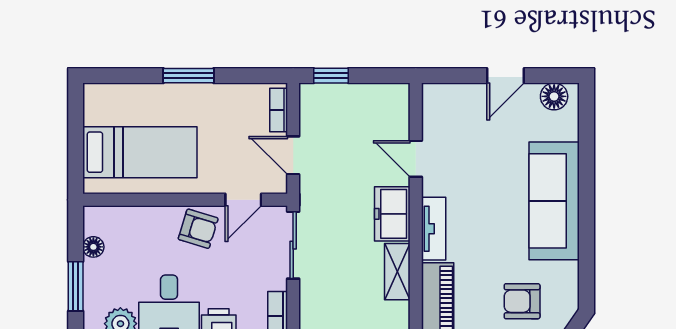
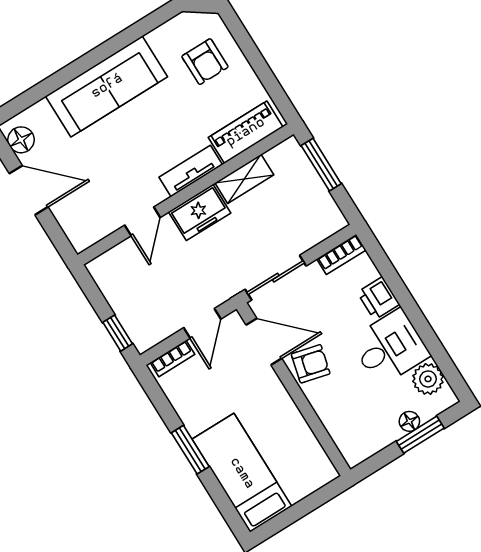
door: (505, 76) -> (29, 190), width x1.38
bed: (140, 152) -> (242, 473), moved
door: (243, 200) -> (264, 342), width x1.38
armchair: (198, 229) -> (311, 364), turned 87
floor lamp: (93, 247) -> (409, 421), moved

